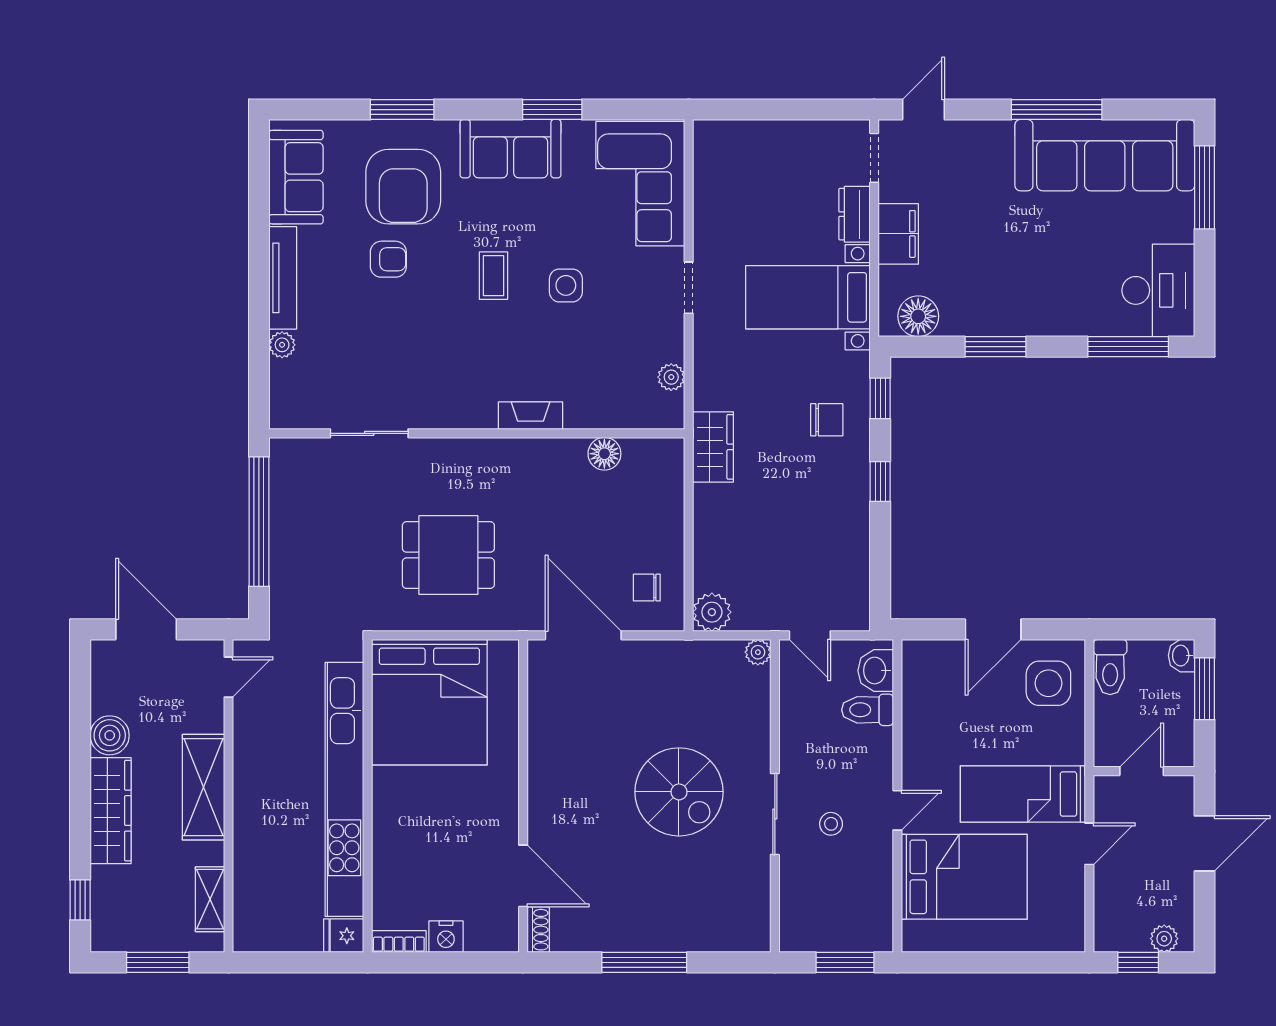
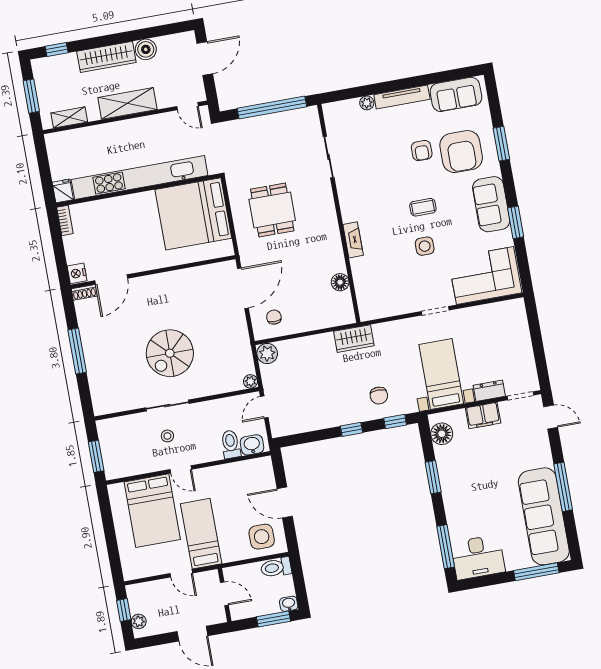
armchair: (403, 187) -> (461, 152), turned -90
plant: (671, 377) -> (387, 310), removed
nightstand: (446, 937) -> (77, 273), moved

